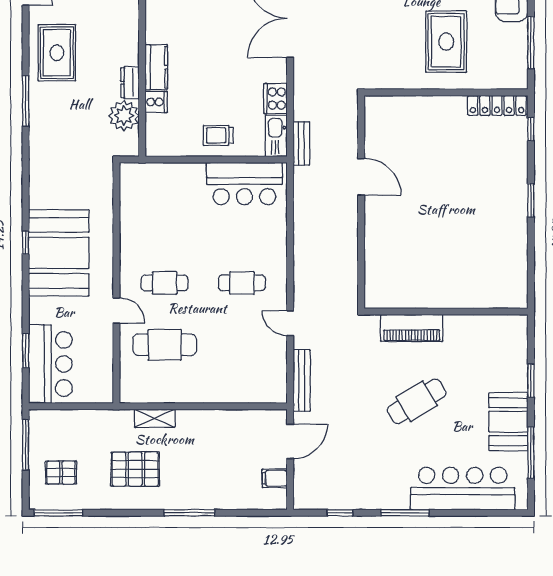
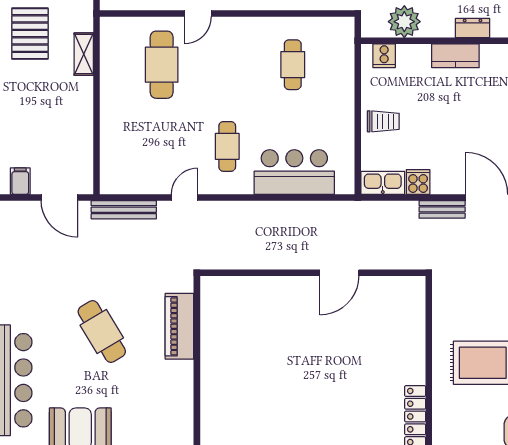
dresser: (130, 83) -> (473, 28), moved
cooker: (275, 99) -> (418, 182), width x0.73
cooker: (156, 102) -> (384, 56), moved
trolley: (218, 135) -> (383, 121), turned 90
bench: (301, 143) -> (442, 209), moved
bar counter: (244, 184) -> (294, 172), moved, turned 90
cafe table: (165, 283) -> (293, 65), moved

